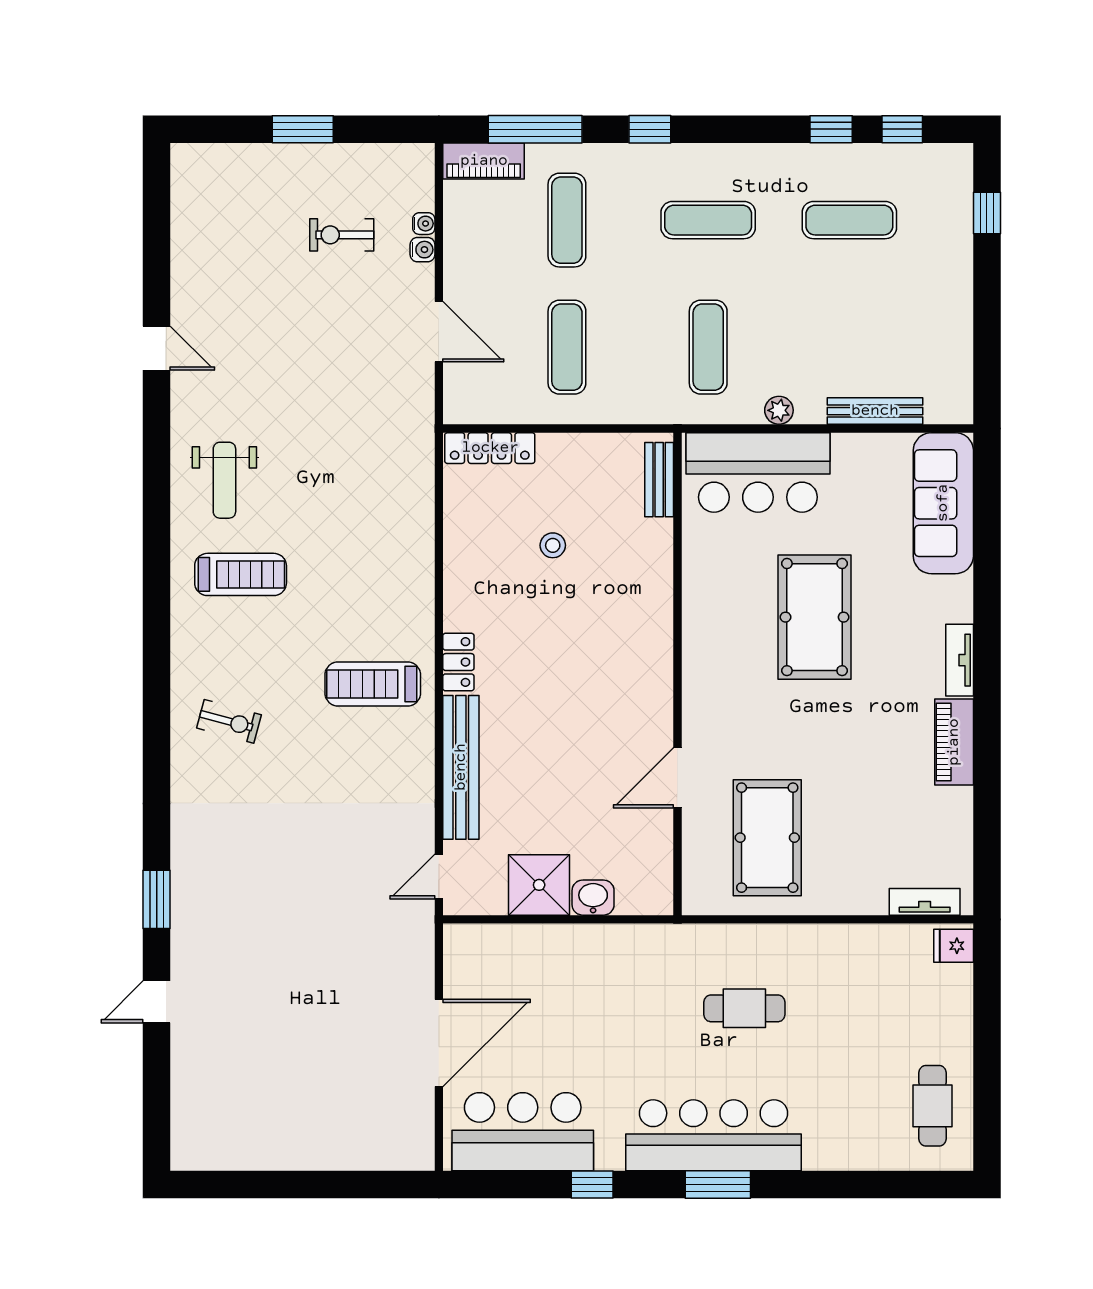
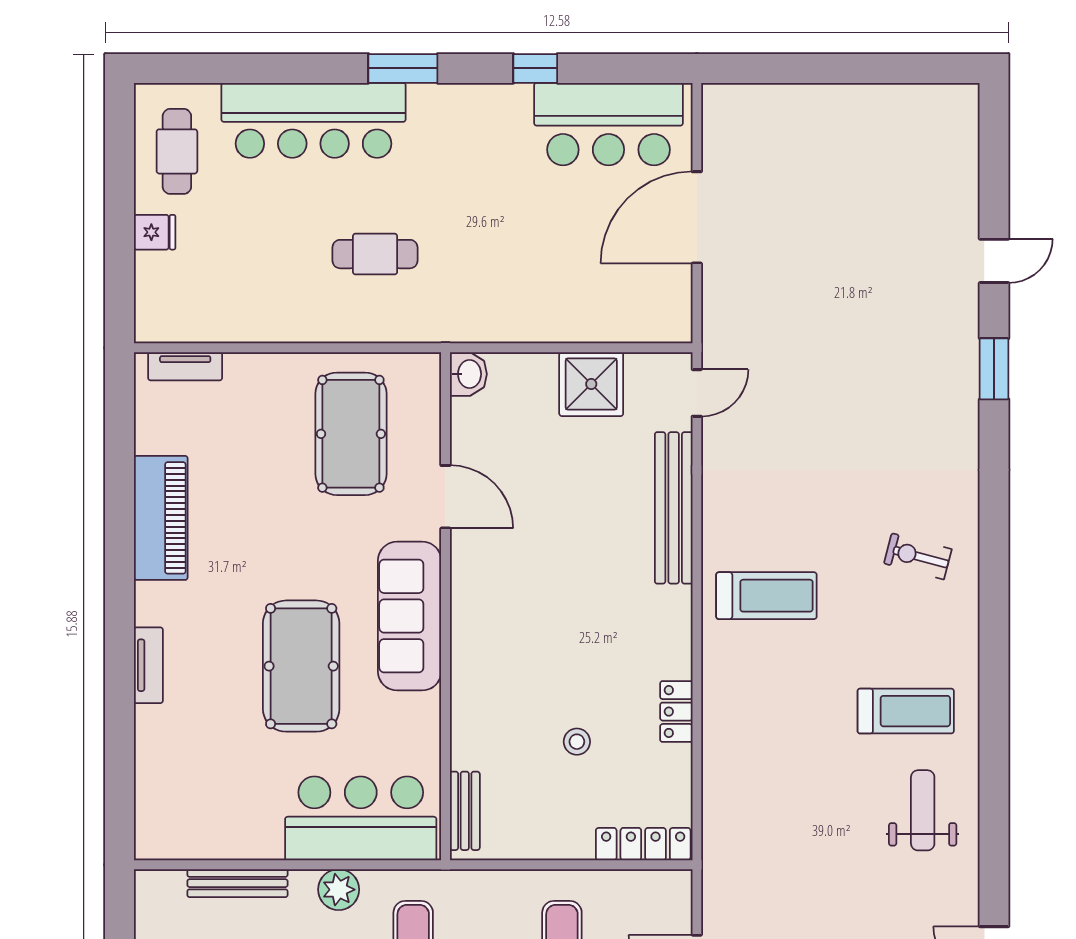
plant: (779, 410) -> (339, 890), width x1.38, depth x1.38
sofa: (943, 503) -> (410, 616), moved, turned 180
treadmill: (241, 574) -> (906, 711), turned 180
tv unit: (960, 660) -> (148, 665), moved
locker: (458, 662) -> (676, 712), moved
piano: (954, 742) -> (161, 518), width x1.37, depth x1.33
door: (677, 778) -> (445, 497), hinge flipped
washbasin: (593, 898) -> (468, 374), moved, turned -90
fridge: (954, 946) -> (155, 232), moved
bar counter: (713, 1135) -> (313, 120), moved

